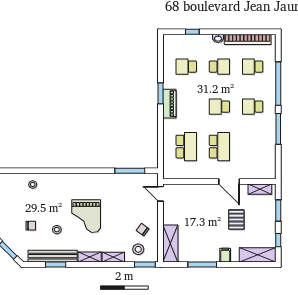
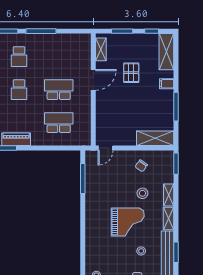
pallet: (236, 220) -> (131, 73), turned 90
stool: (138, 249) -> (142, 193), moved

